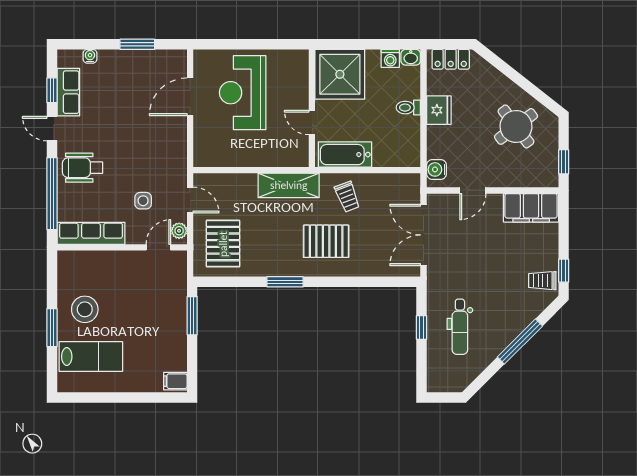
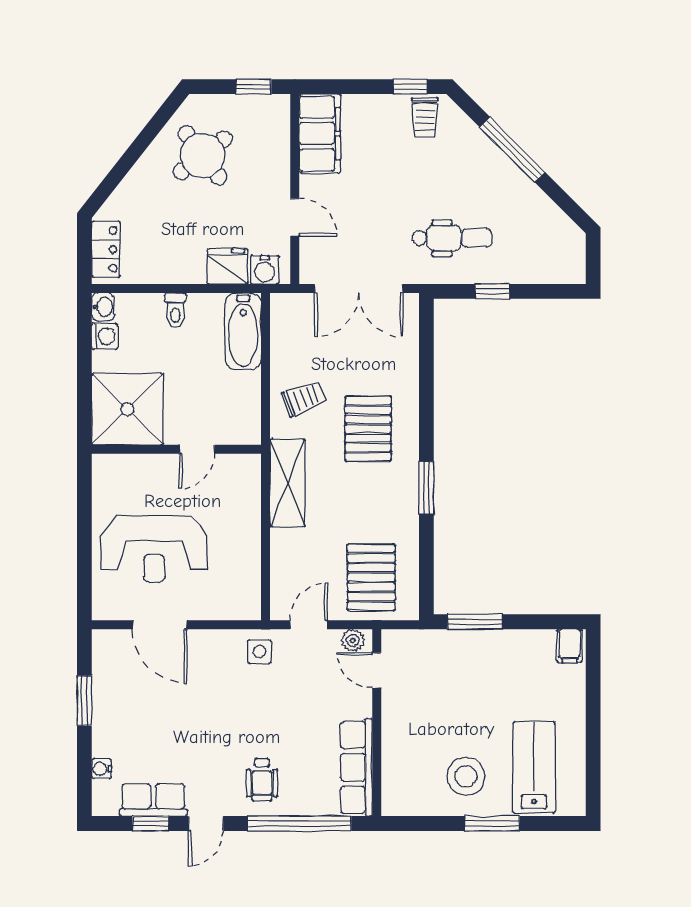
fridge: (439, 110) -> (227, 266), moved
bathtub: (345, 155) -> (243, 331), moved
wheelchair: (82, 168) -> (262, 780), width x0.73, depth x0.73
side table: (143, 201) -> (259, 652), moved
pallet: (223, 244) -> (371, 577), turned 90
dental chair: (460, 327) -> (452, 238), moved

